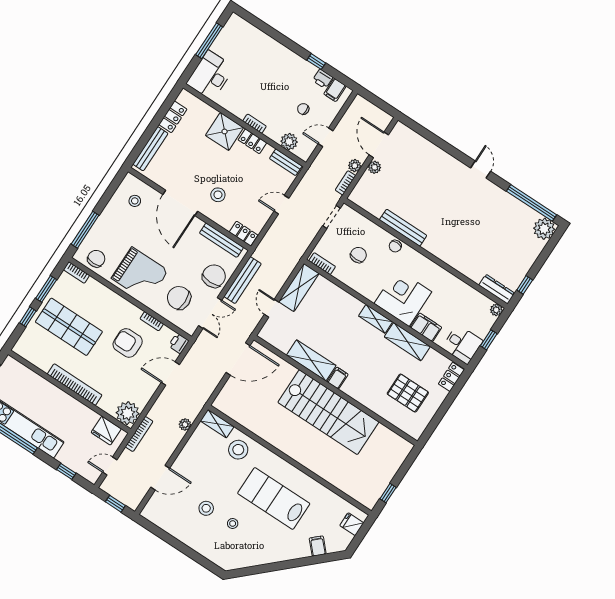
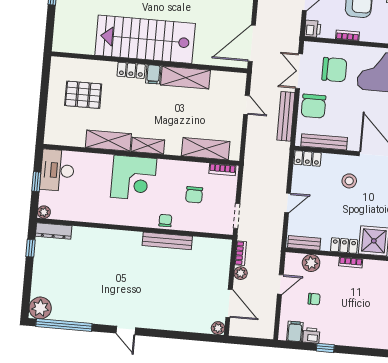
plant: (374, 167) -> (218, 328), moved
shelving: (299, 288) -> (206, 149), moved, turned 90
filing cabinet: (426, 327) -> (99, 162), removed
desk: (462, 344) -> (57, 170), width x1.37
locker: (451, 377) -> (131, 70), moved, turned 90

